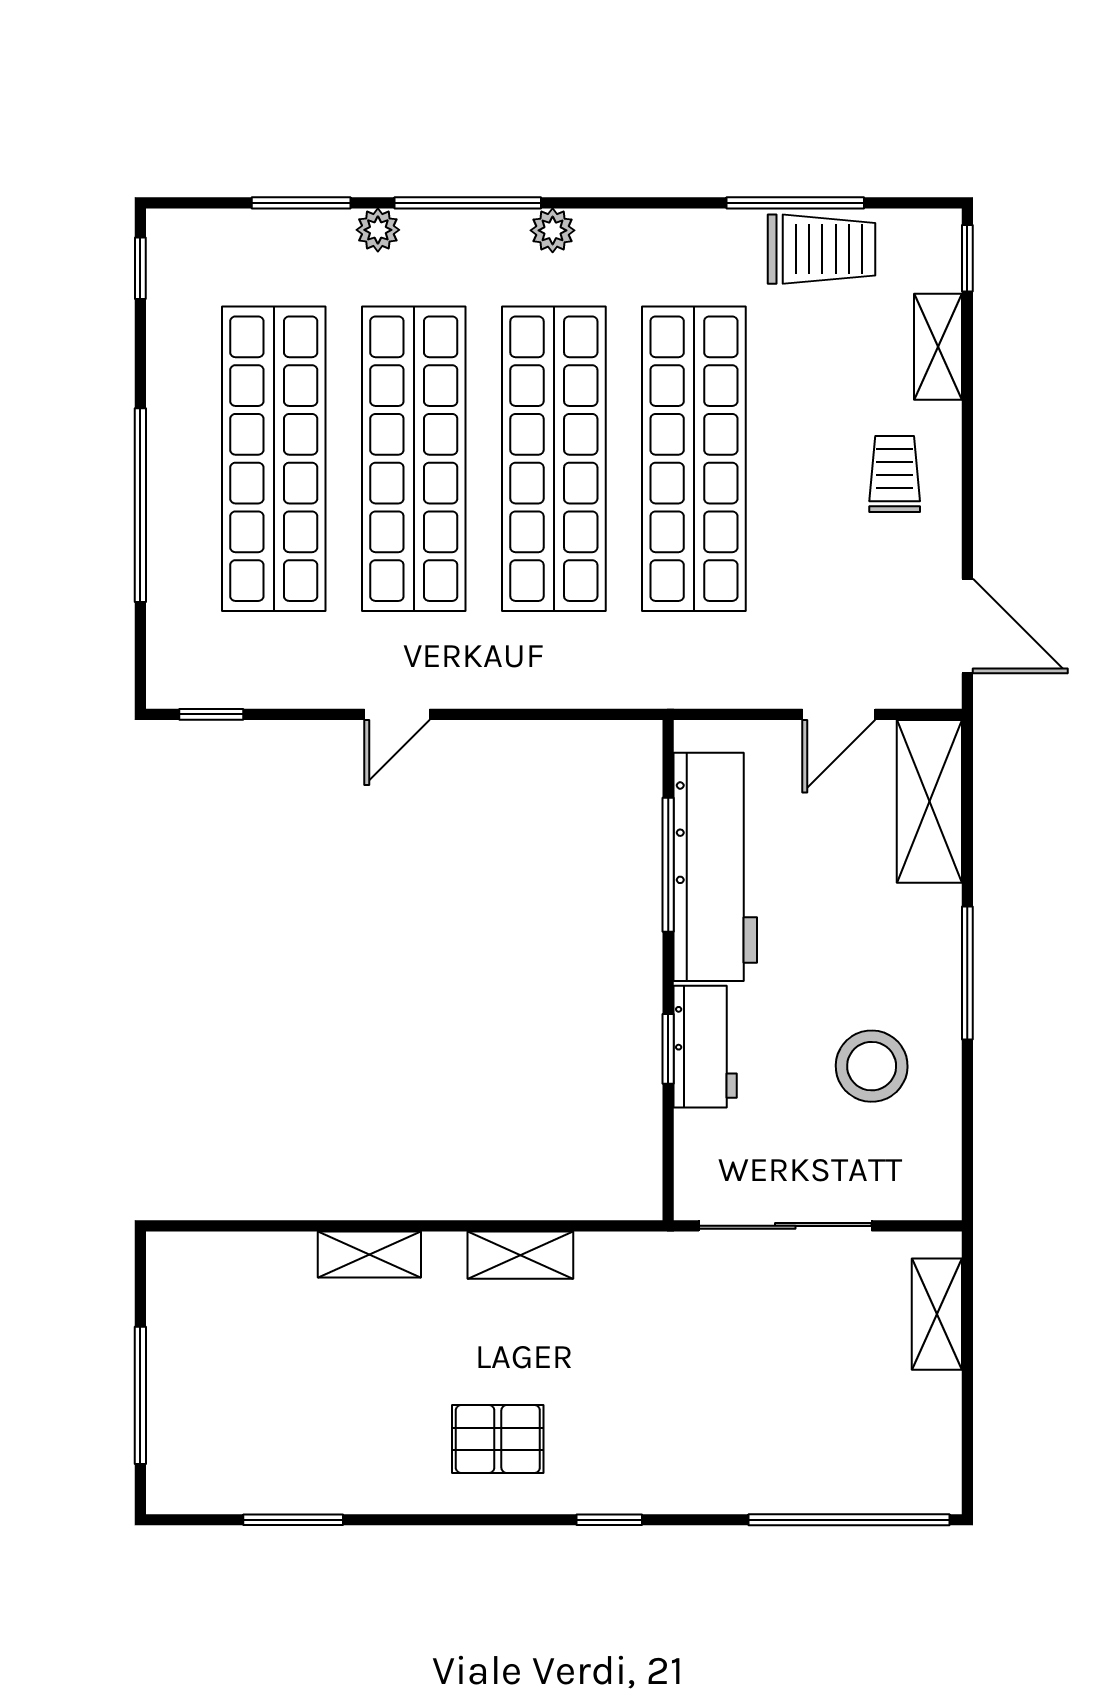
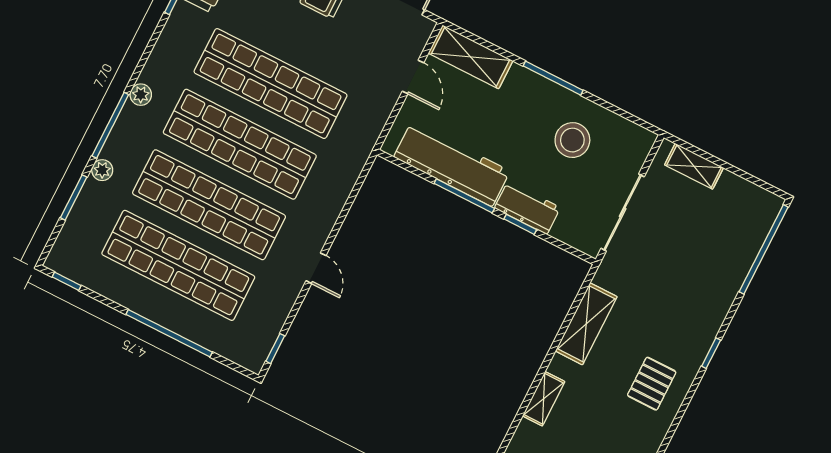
window: (668, 865) -> (464, 196), moved
shelving: (520, 1255) -> (586, 324), width x1.50, depth x1.33

